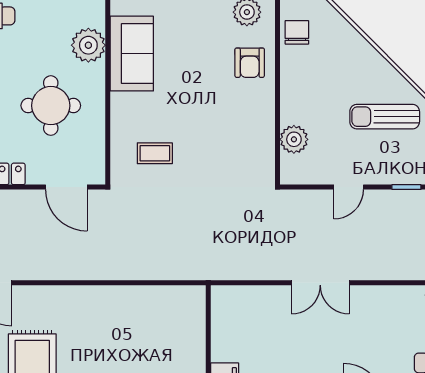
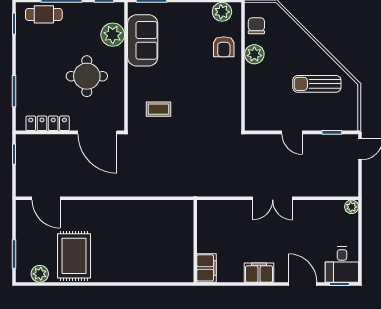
plant: (294, 139) -> (254, 54), moved
door: (66, 187) -> (97, 132), width x1.36
door: (349, 187) -> (292, 132), hinge flipped

